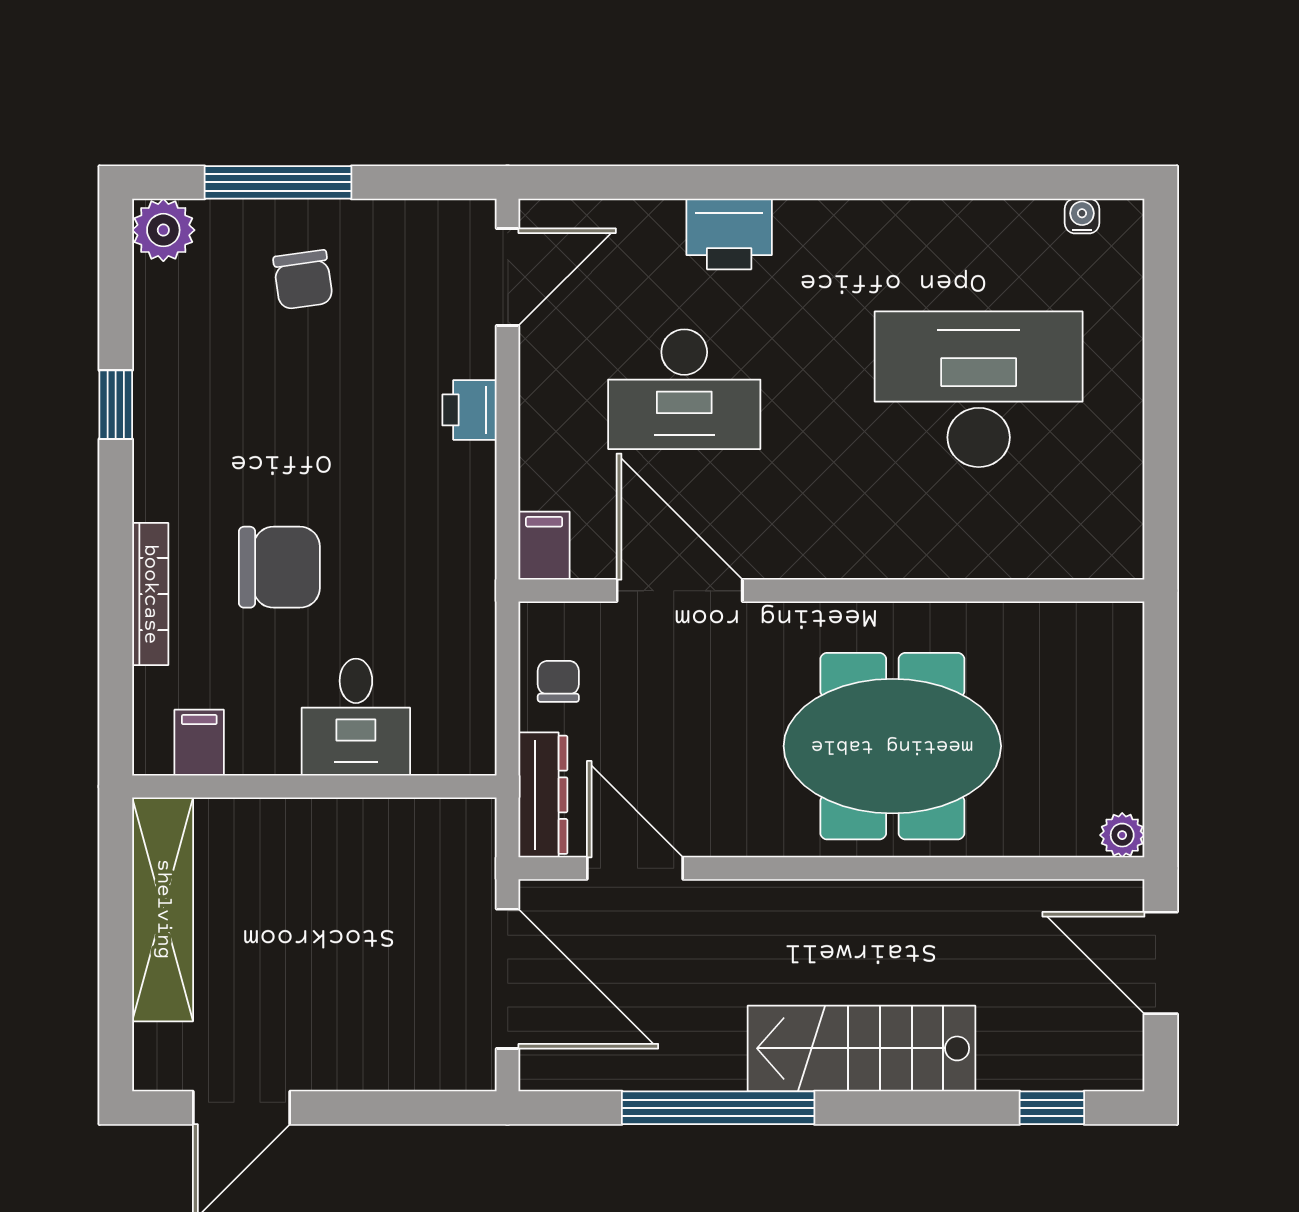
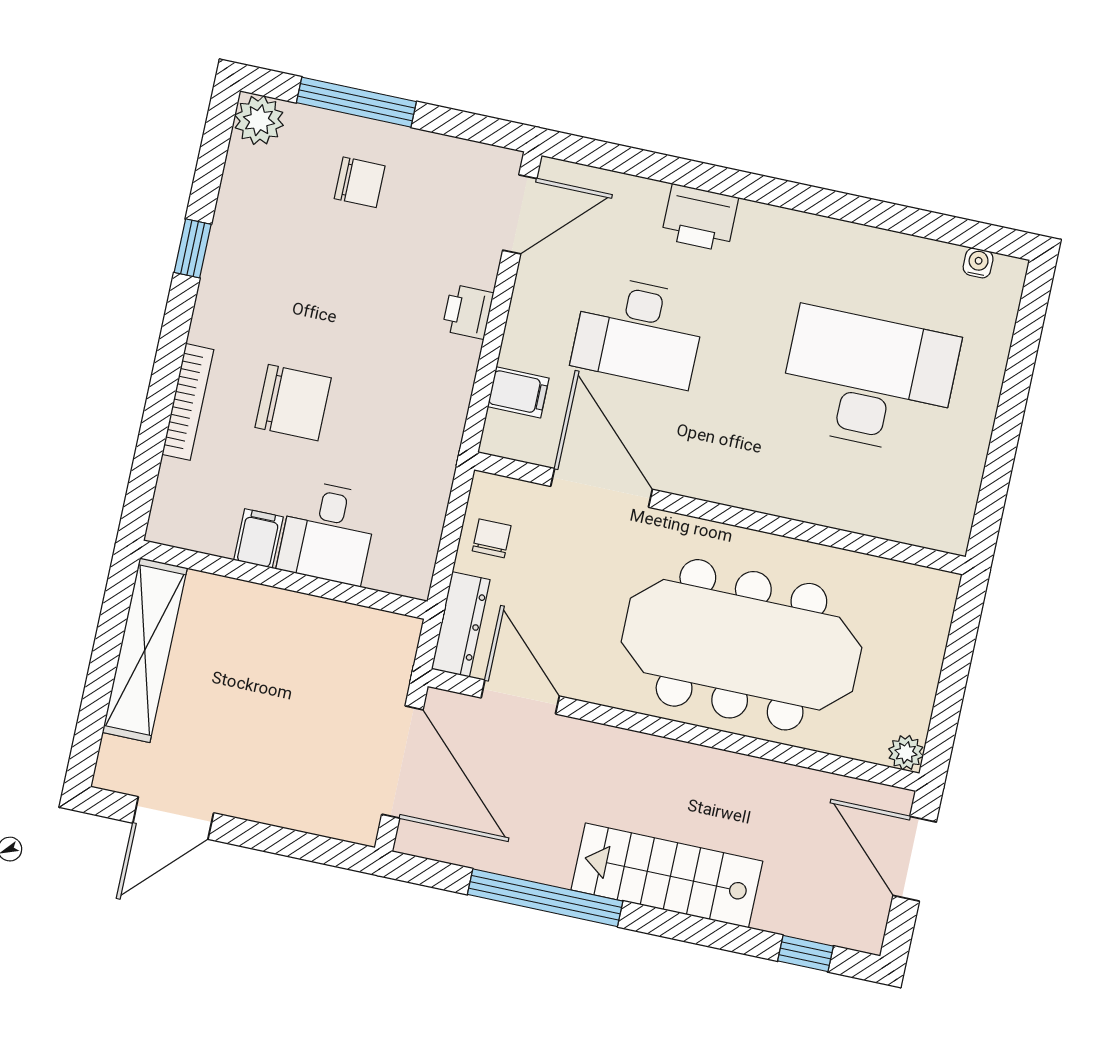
chair: (303, 280) -> (360, 182), turned -82
filing cabinet: (544, 546) -> (518, 392), moved, turned 90
filing cabinet: (199, 743) -> (258, 538), moved
meeting table: (892, 746) -> (741, 645), width x1.36

